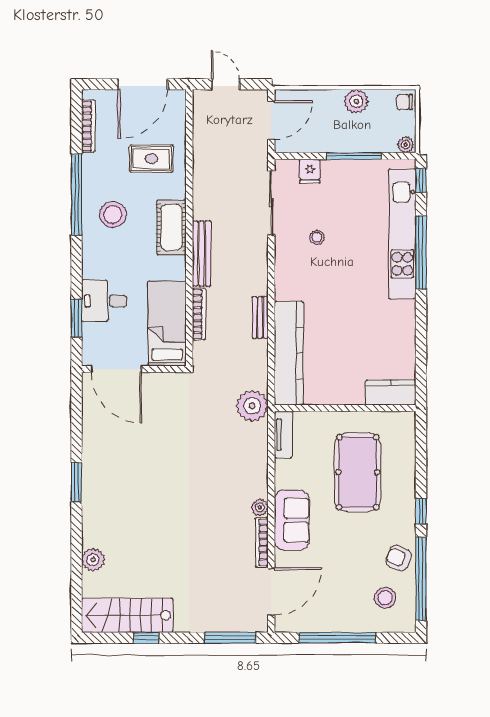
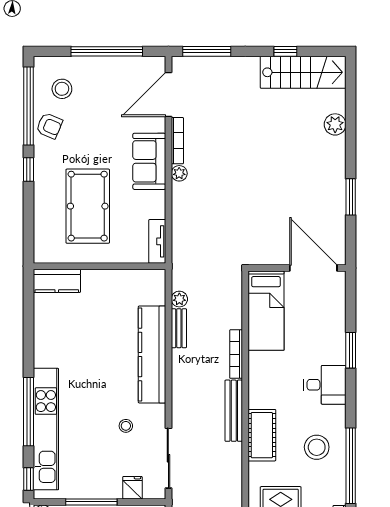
desk: (104, 301) -> (325, 385), moved
bench: (260, 317) -> (179, 328), moved
bed: (167, 324) -> (266, 311), moved
kitchen counter: (289, 353) -> (152, 354), moved
door: (116, 369) -> (313, 268), moved
wall: (134, 369) -> (297, 268), moved
plant: (252, 406) -> (179, 299), moved, width x0.53, depth x0.53

